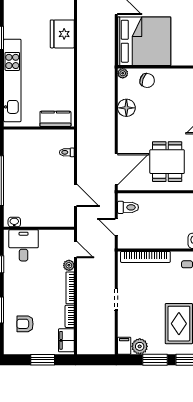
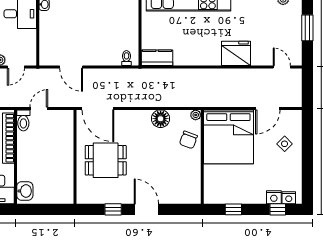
kitchen counter: (55, 119) -> (157, 58), moved, turned -90
toilet: (67, 152) -> (126, 58), moved
door: (76, 195) -> (71, 67), hinge flipped
toilet: (128, 207) -> (23, 120), moved

